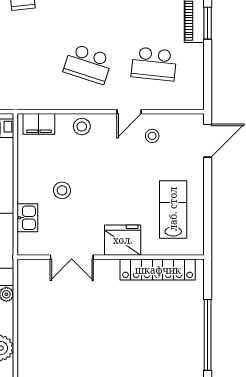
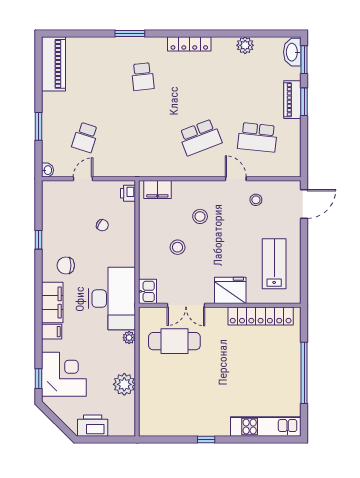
school desk: (88, 64) -> (200, 137), turned -39
door: (129, 112) -> (236, 179), swing flipped
stool: (82, 127) -> (200, 216), moved
kitchen sink: (27, 218) -> (147, 291), moved
cafe table: (58, 298) -> (174, 341), added

